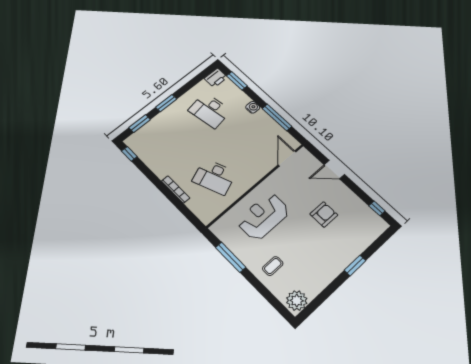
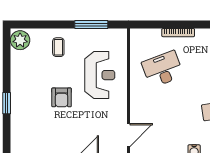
door: (287, 158) -> (128, 135), hinge flipped
armchair: (324, 214) -> (62, 97), moved

